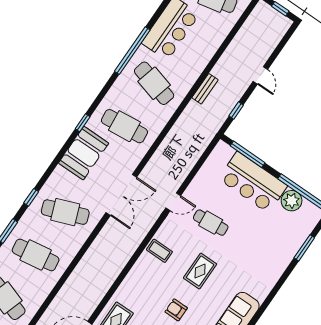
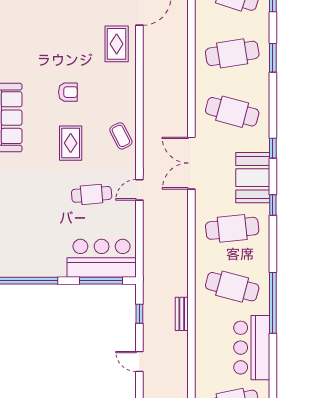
bar counter: (253, 182) -> (102, 258), moved
window: (31, 197) -> (273, 148), moved
plant: (292, 201) -> (31, 266), removed
cafe table: (65, 212) -> (232, 112), turned 36
coffee table: (159, 251) -> (121, 136), turned 63

